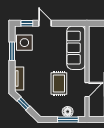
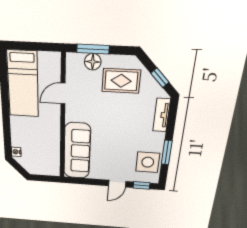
door: (45, 23) -> (117, 184), hinge flipped
rug: (59, 84) -> (121, 81), moved, turned 90

